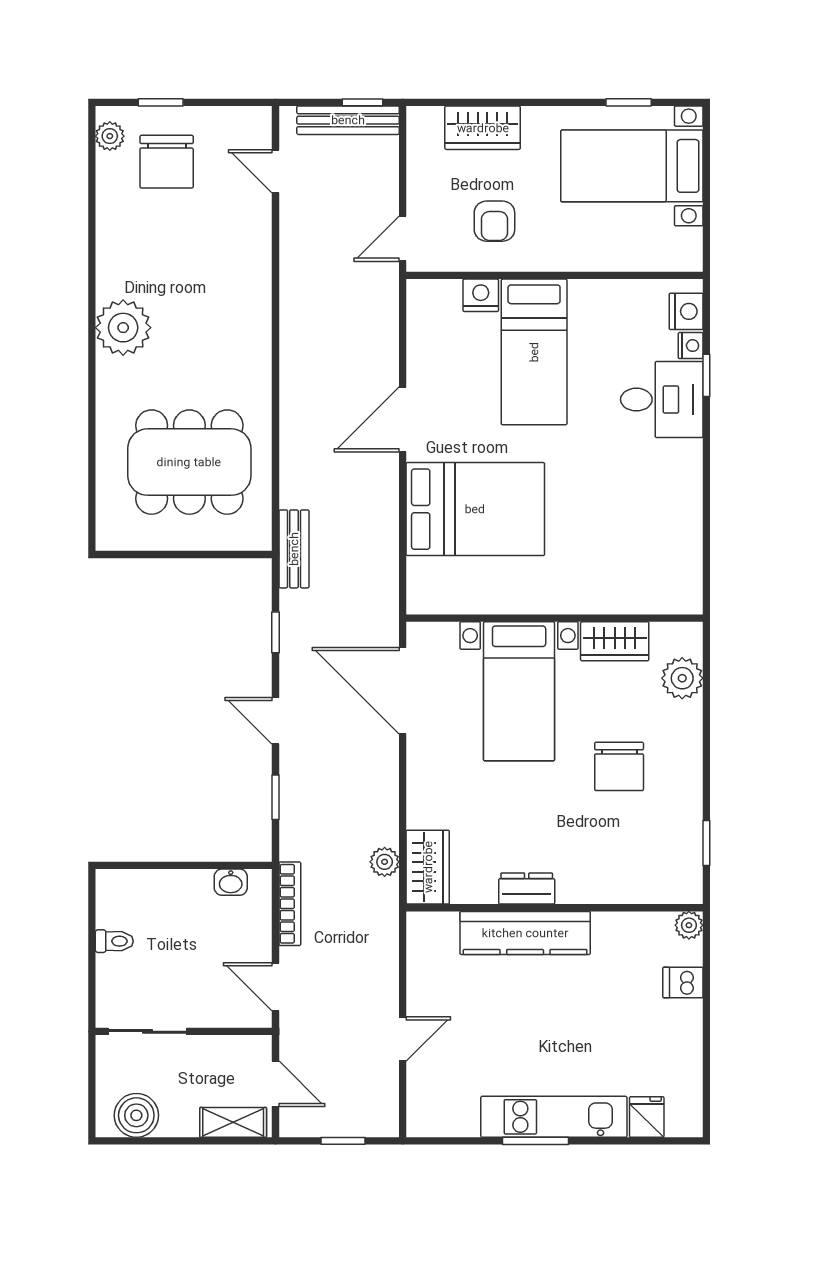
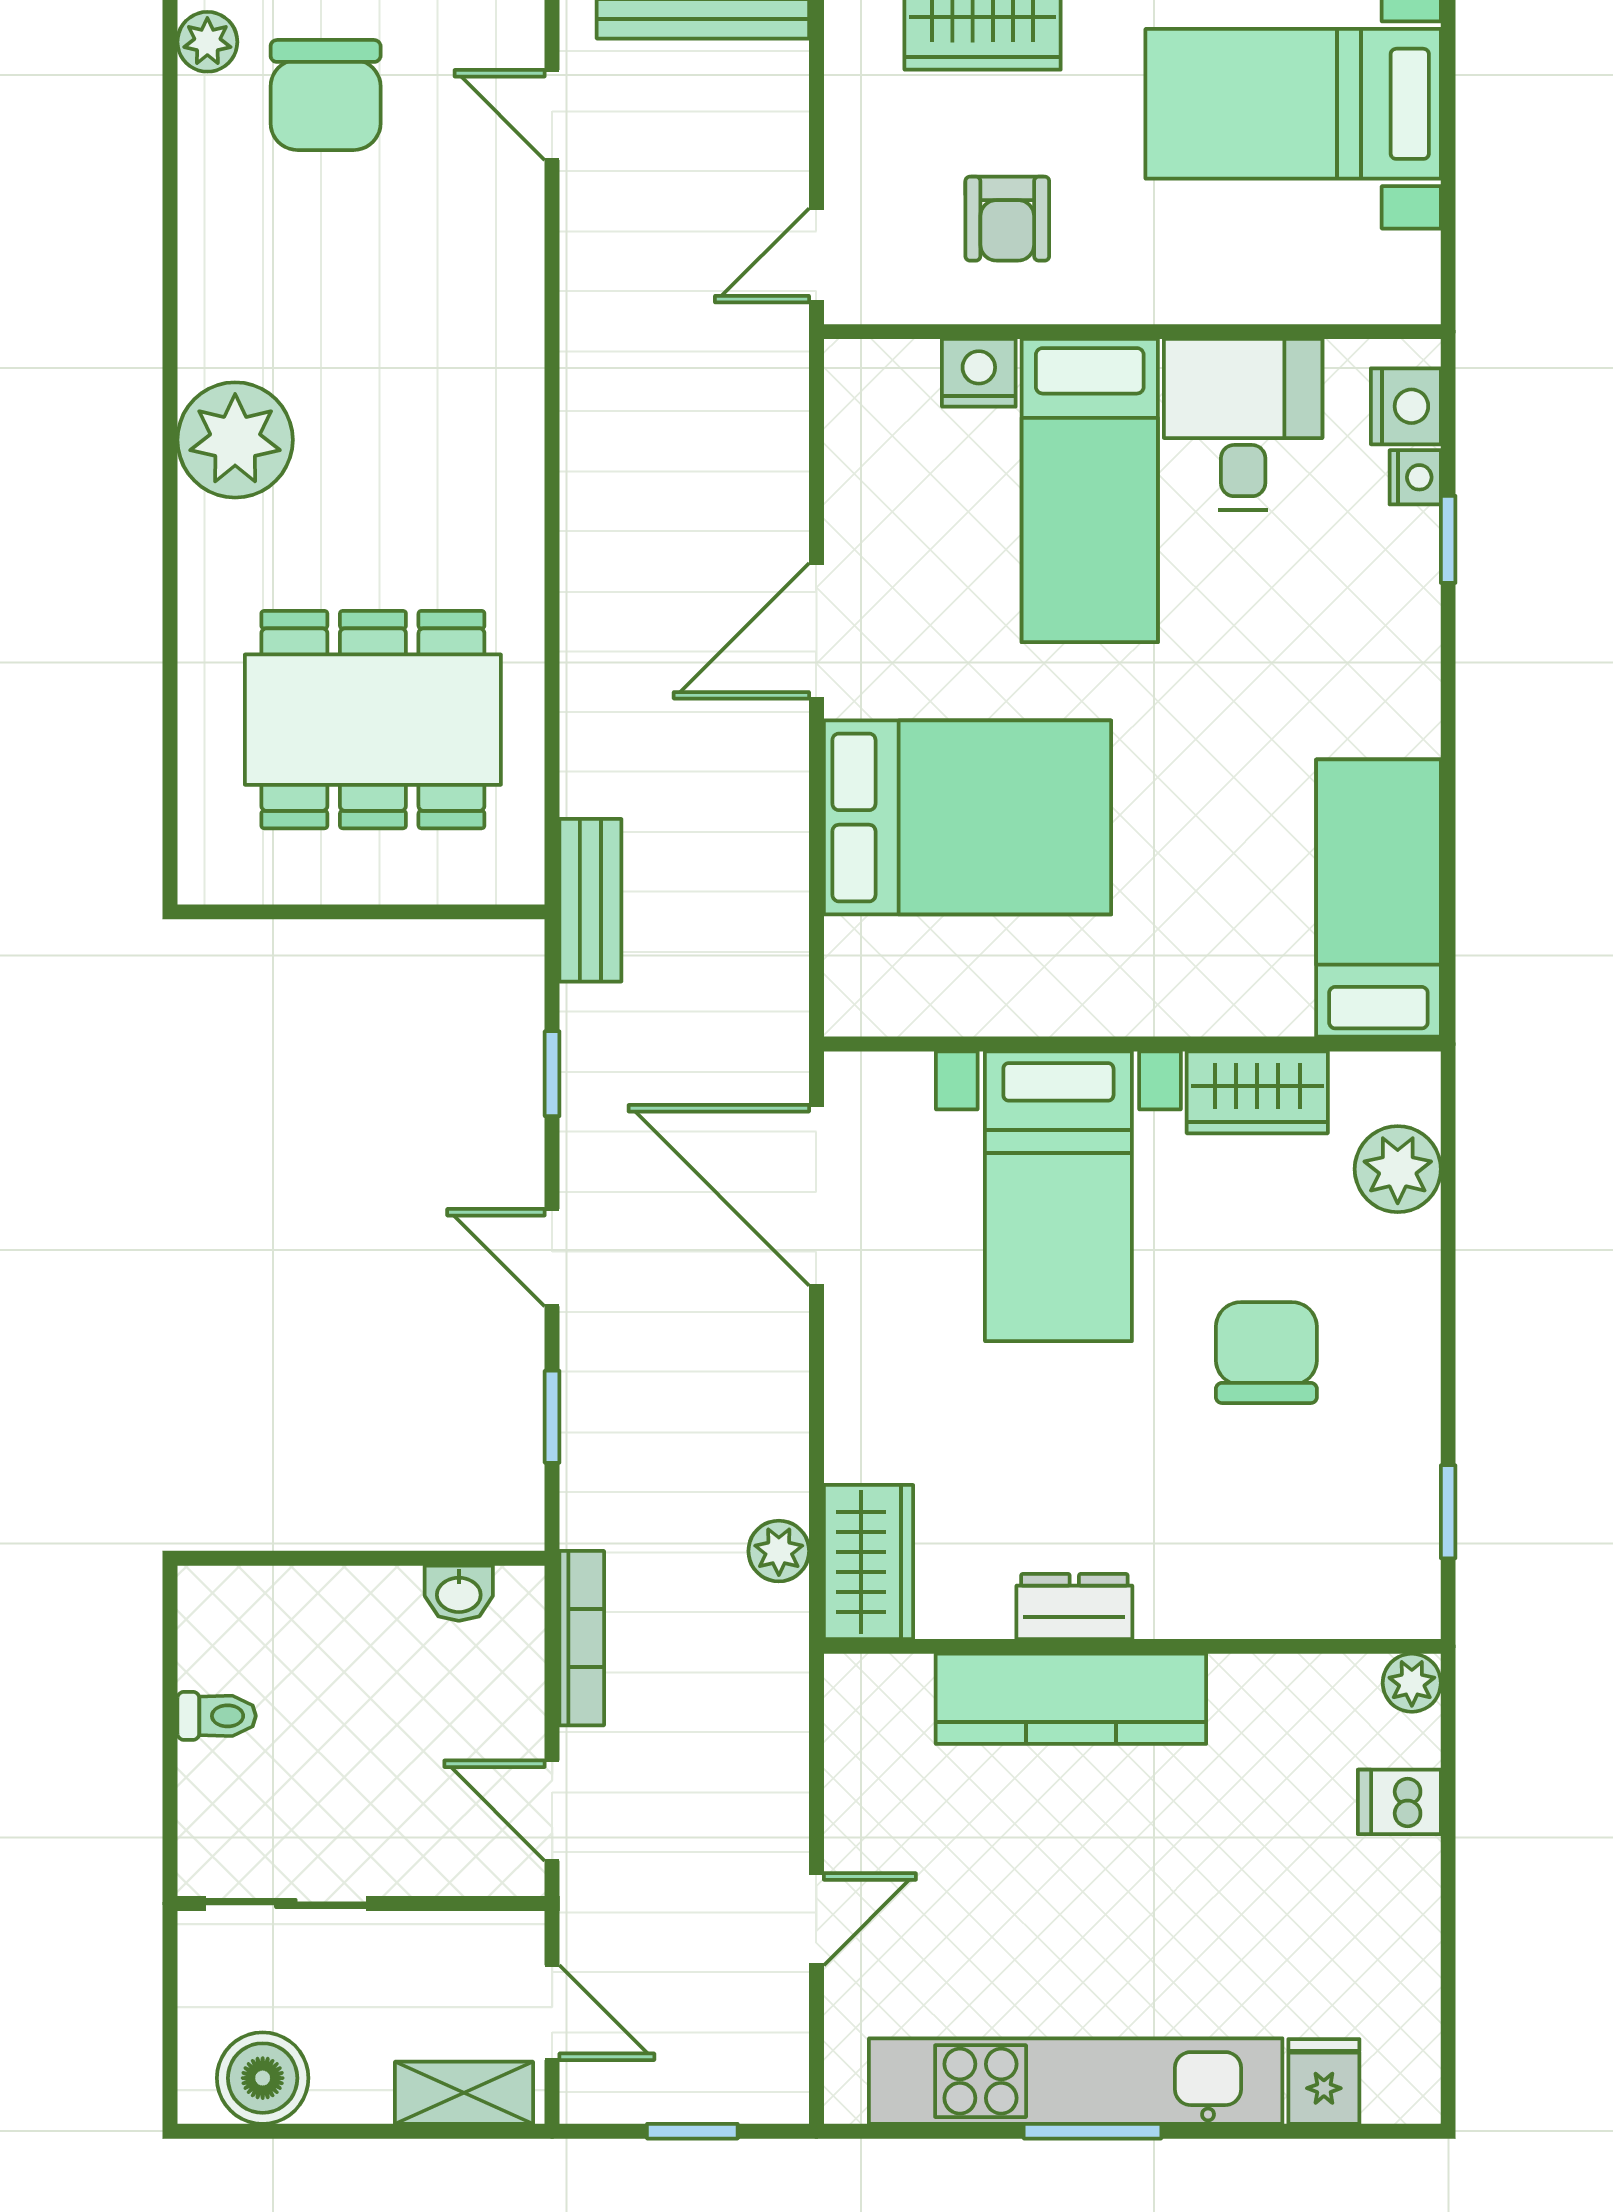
desk: (662, 400) -> (1243, 424), moved, turned -90
bed: (673, 548) -> (1378, 898), added
chair: (619, 766) -> (1266, 1353), turned 180
kitchen unit: (554, 1117) -> (1076, 2081), width x1.36

